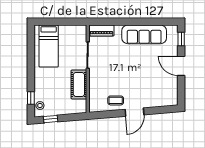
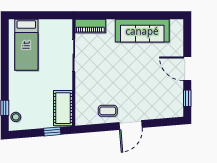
window: (181, 39) -> (187, 98), moved
cot: (79, 84) -> (63, 108), moved
window: (51, 119) -> (52, 131), moved

